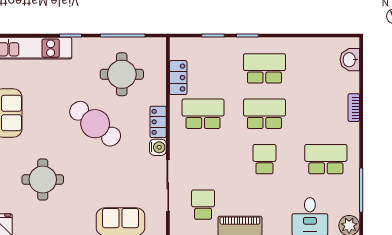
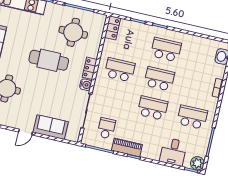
locker: (178, 78) -> (112, 28), moved
cafe table: (95, 124) -> (49, 60), turned -39
school desk: (264, 159) -> (153, 108), width x1.85

